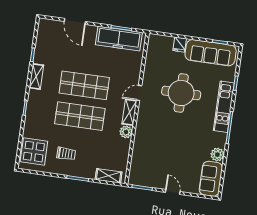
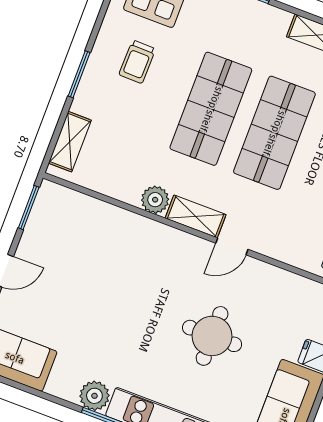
door: (139, 93) -> (232, 246), swing flipped
round table: (181, 93) -> (212, 336), width x0.73, depth x0.73
plant: (217, 155) -> (94, 396), moved

